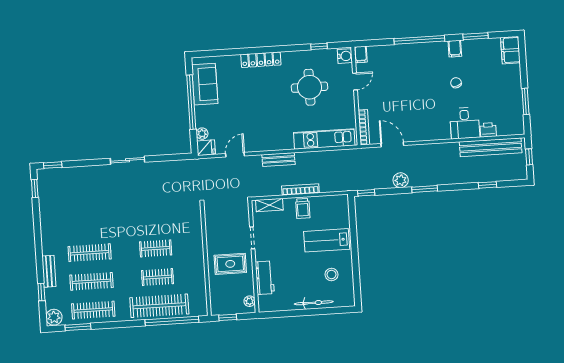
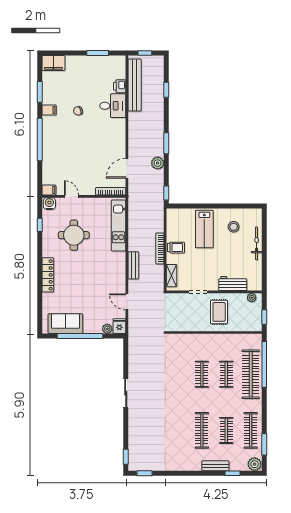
clothes rail: (91, 281) -> (226, 430), width x0.73

